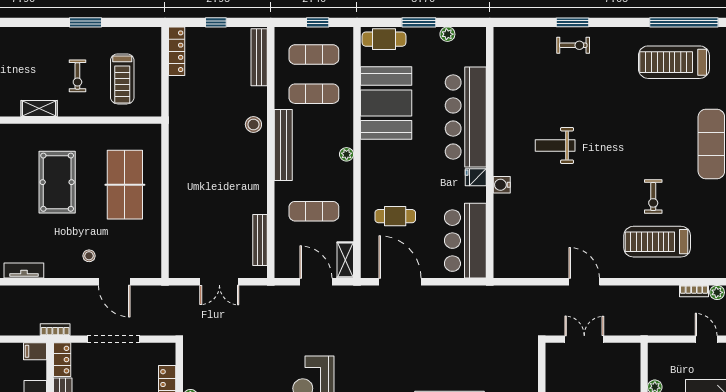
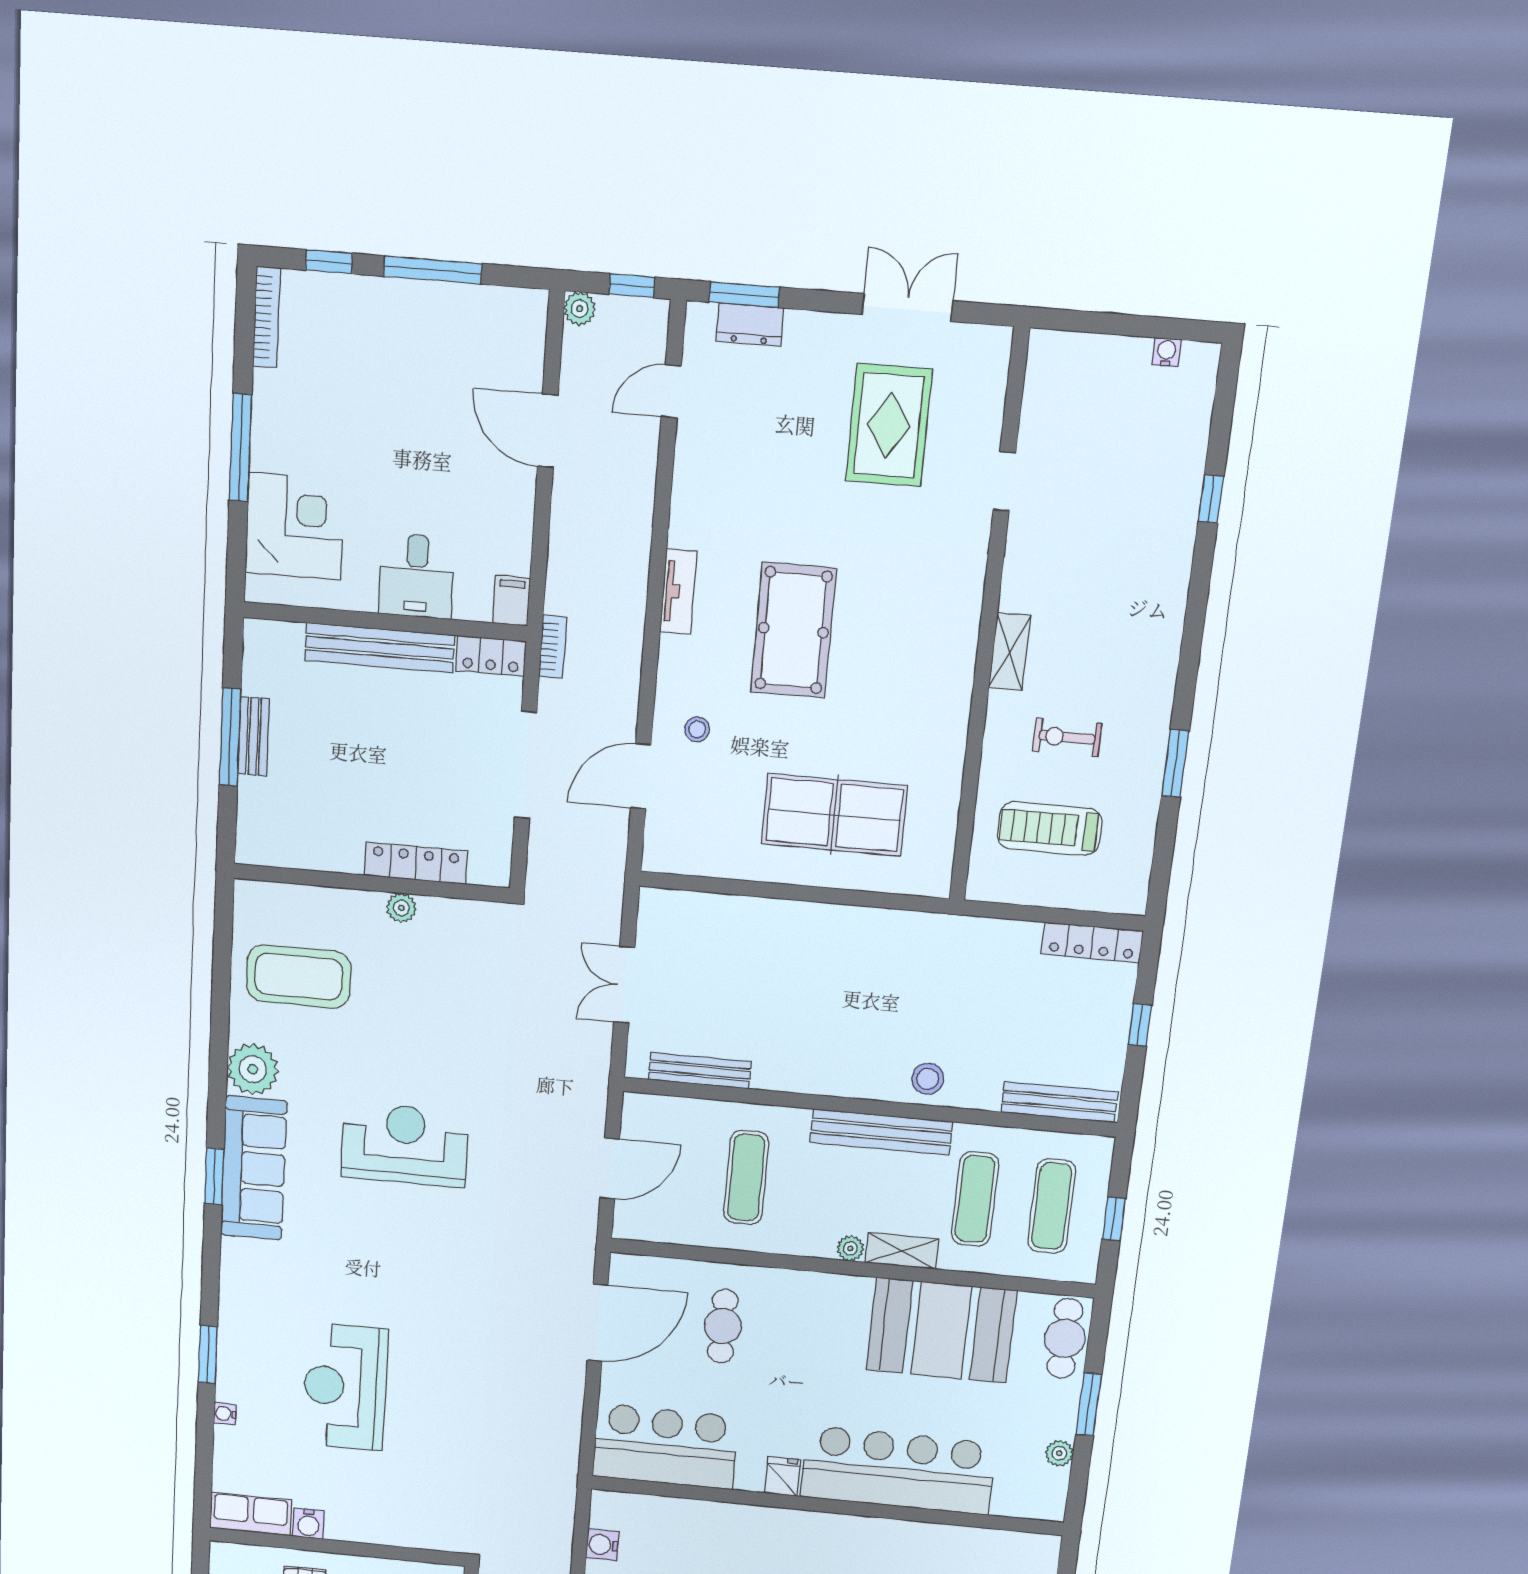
pool table: (57, 182) -> (793, 630), moved, turned 90
water cooler: (502, 185) -> (602, 1545), moved, turned -90
shelving: (345, 260) -> (902, 1251), moved

